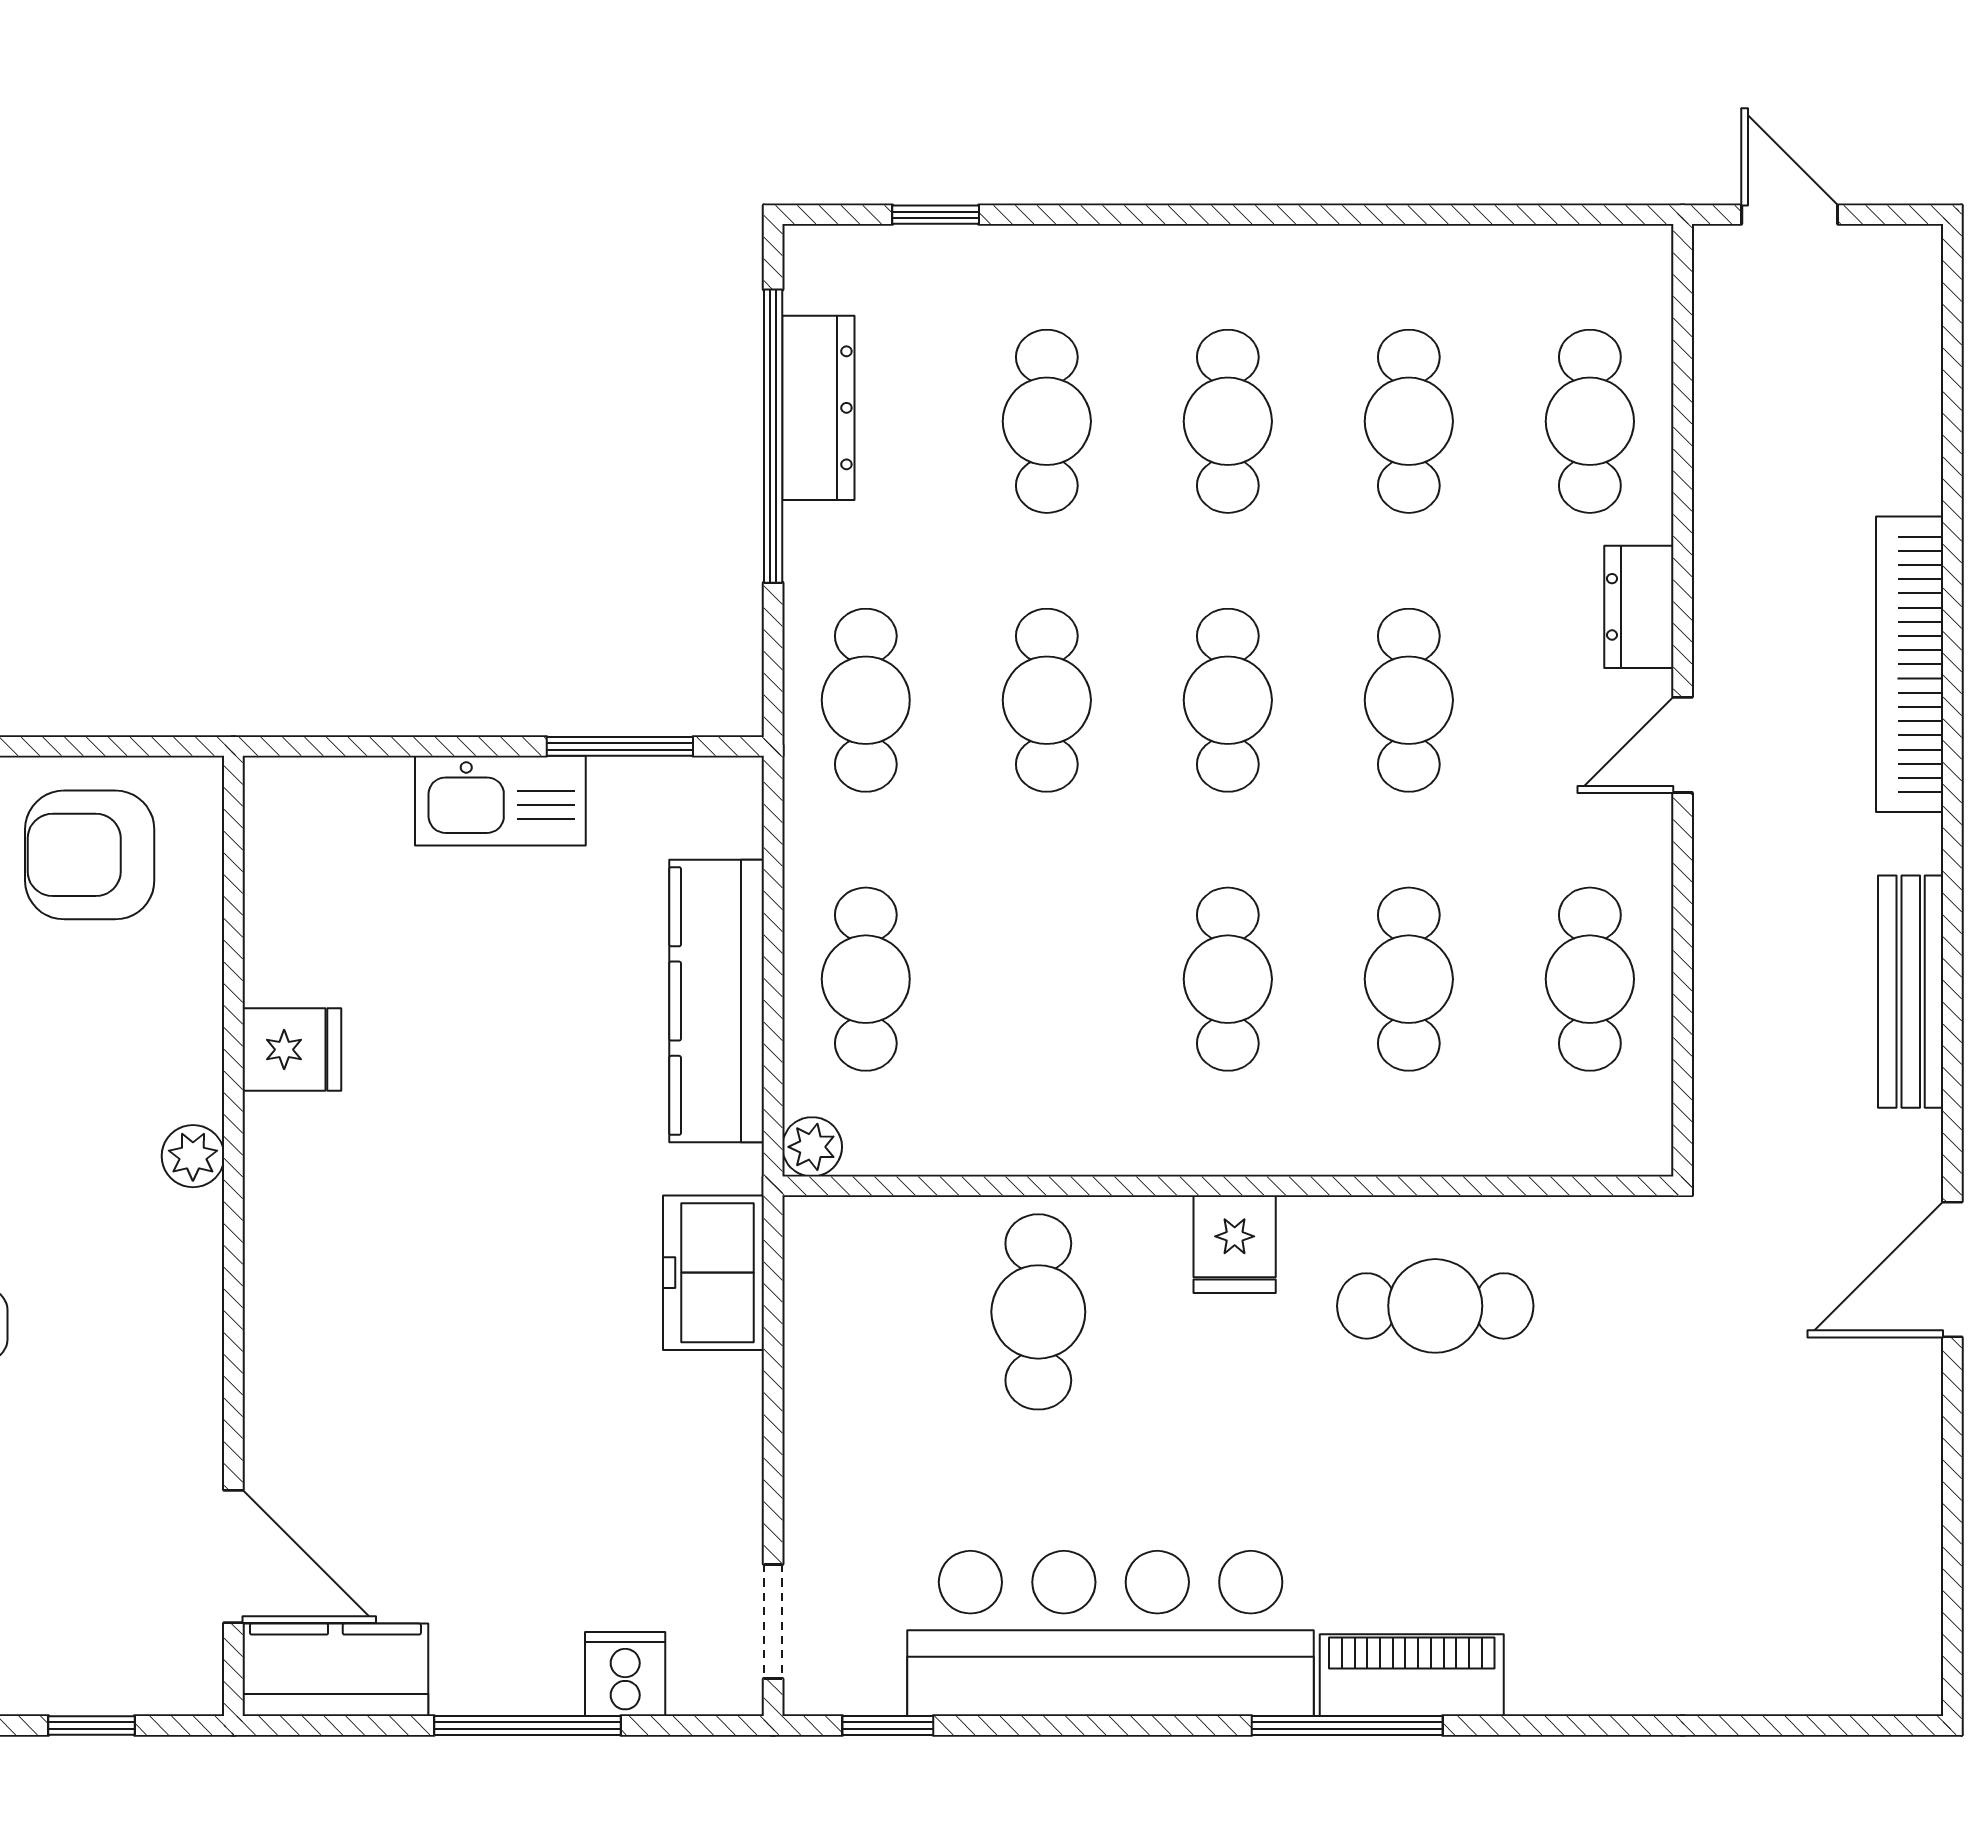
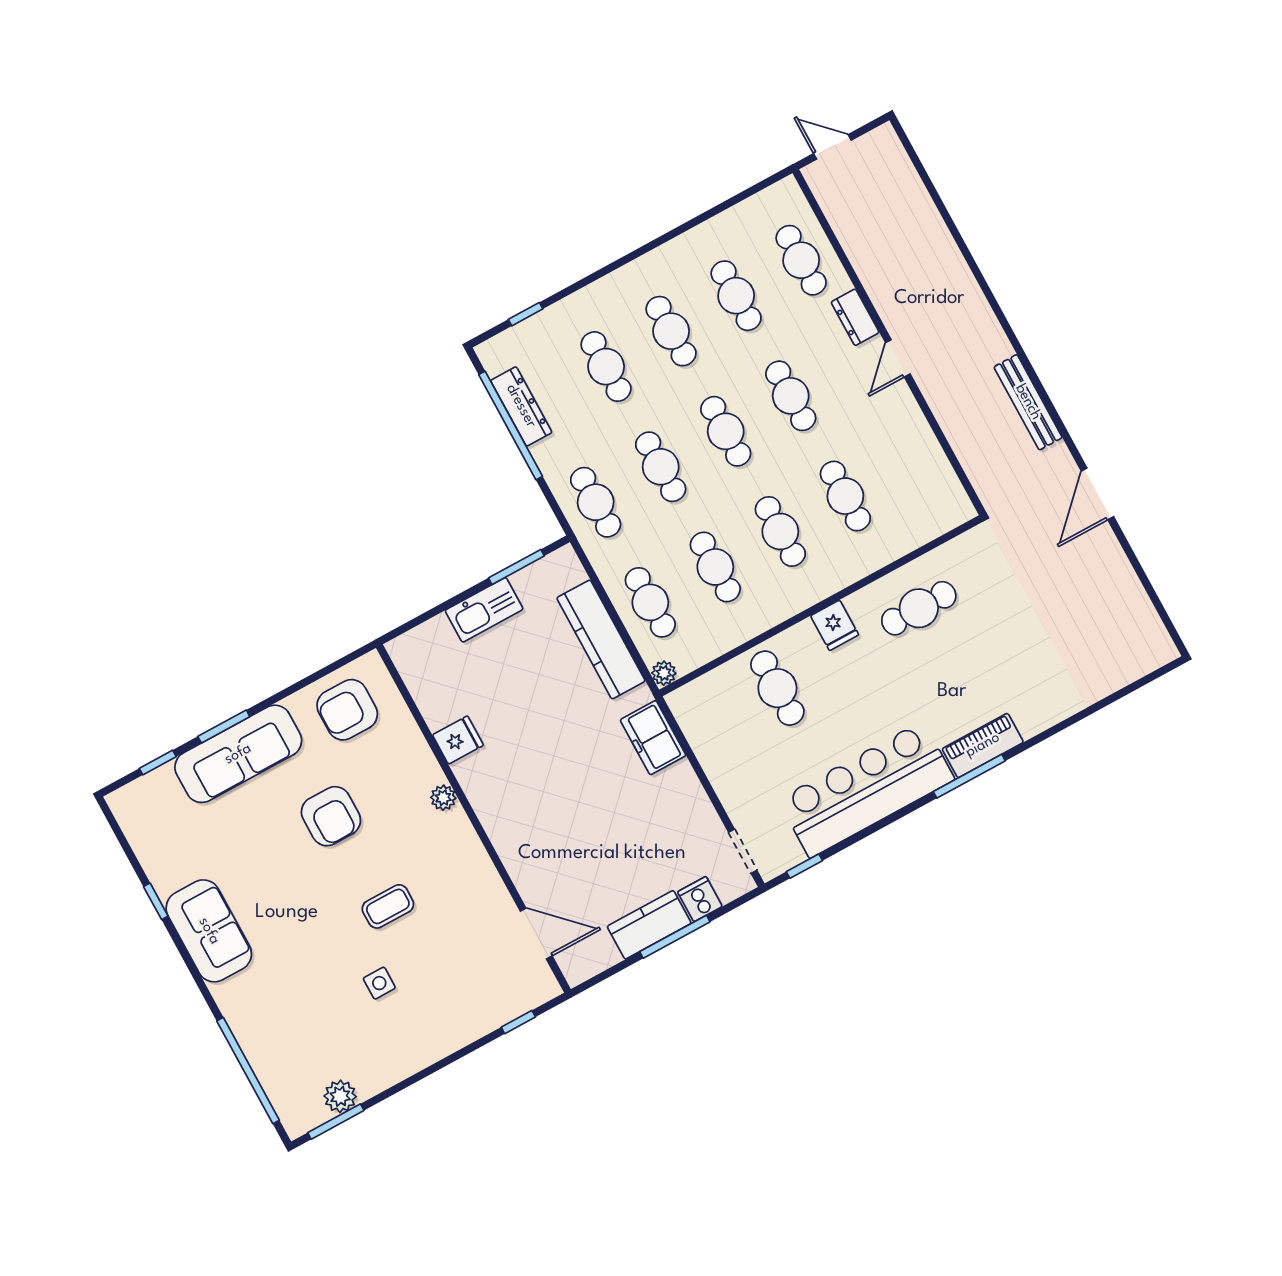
bookcase: (1910, 664) -> (964, 285), removed
cafe table: (1590, 979) -> (715, 567), moved
kitchen counter: (335, 1670) -> (649, 925), moved

